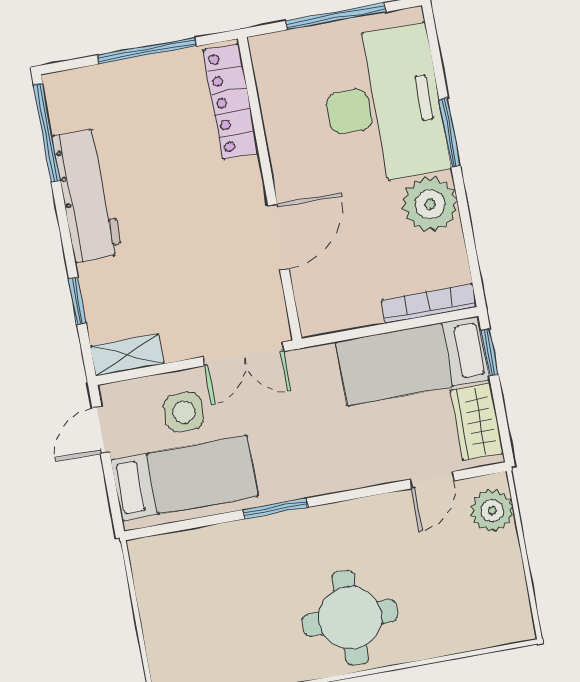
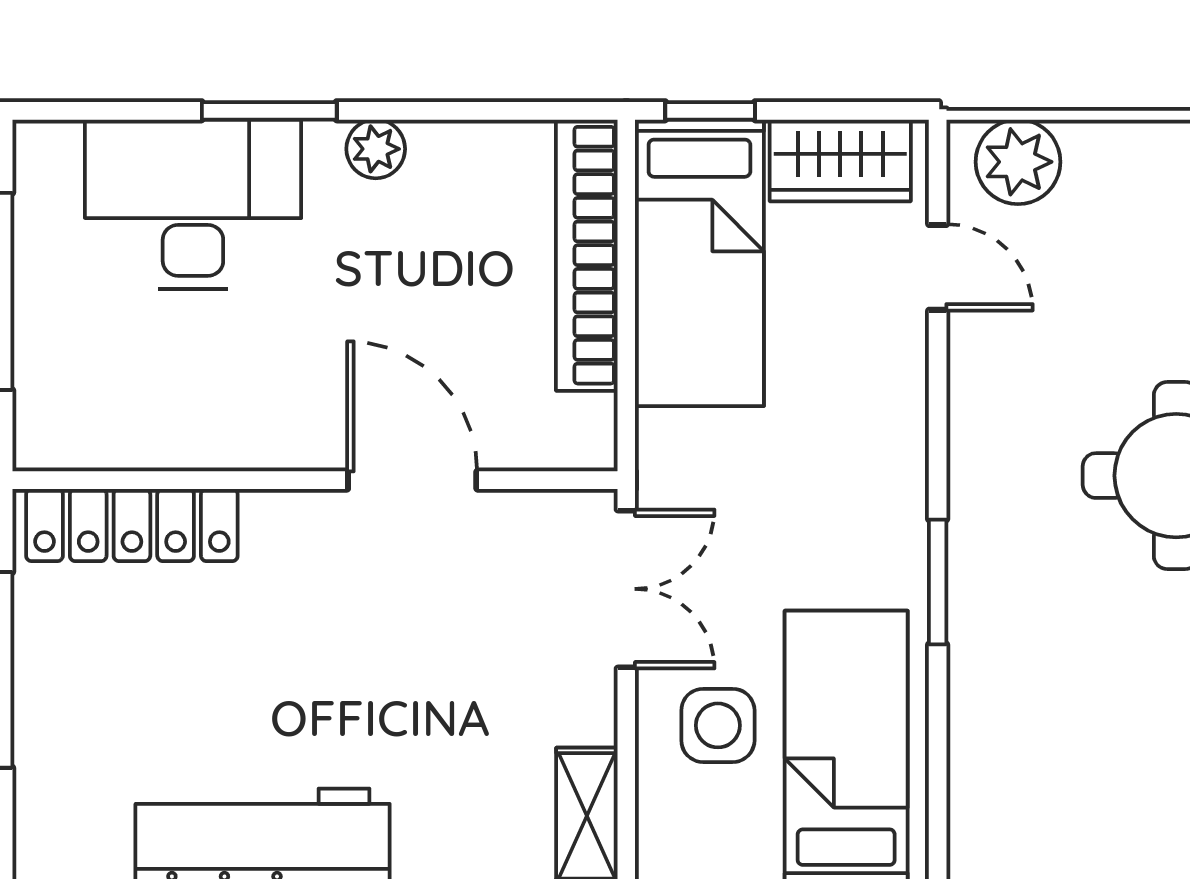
desk: (383, 105) -> (193, 204), width x0.73, depth x0.77
plant: (430, 204) -> (376, 149), width x0.53, depth x0.53
bookcase: (429, 304) -> (587, 255), width x1.48, depth x1.31

